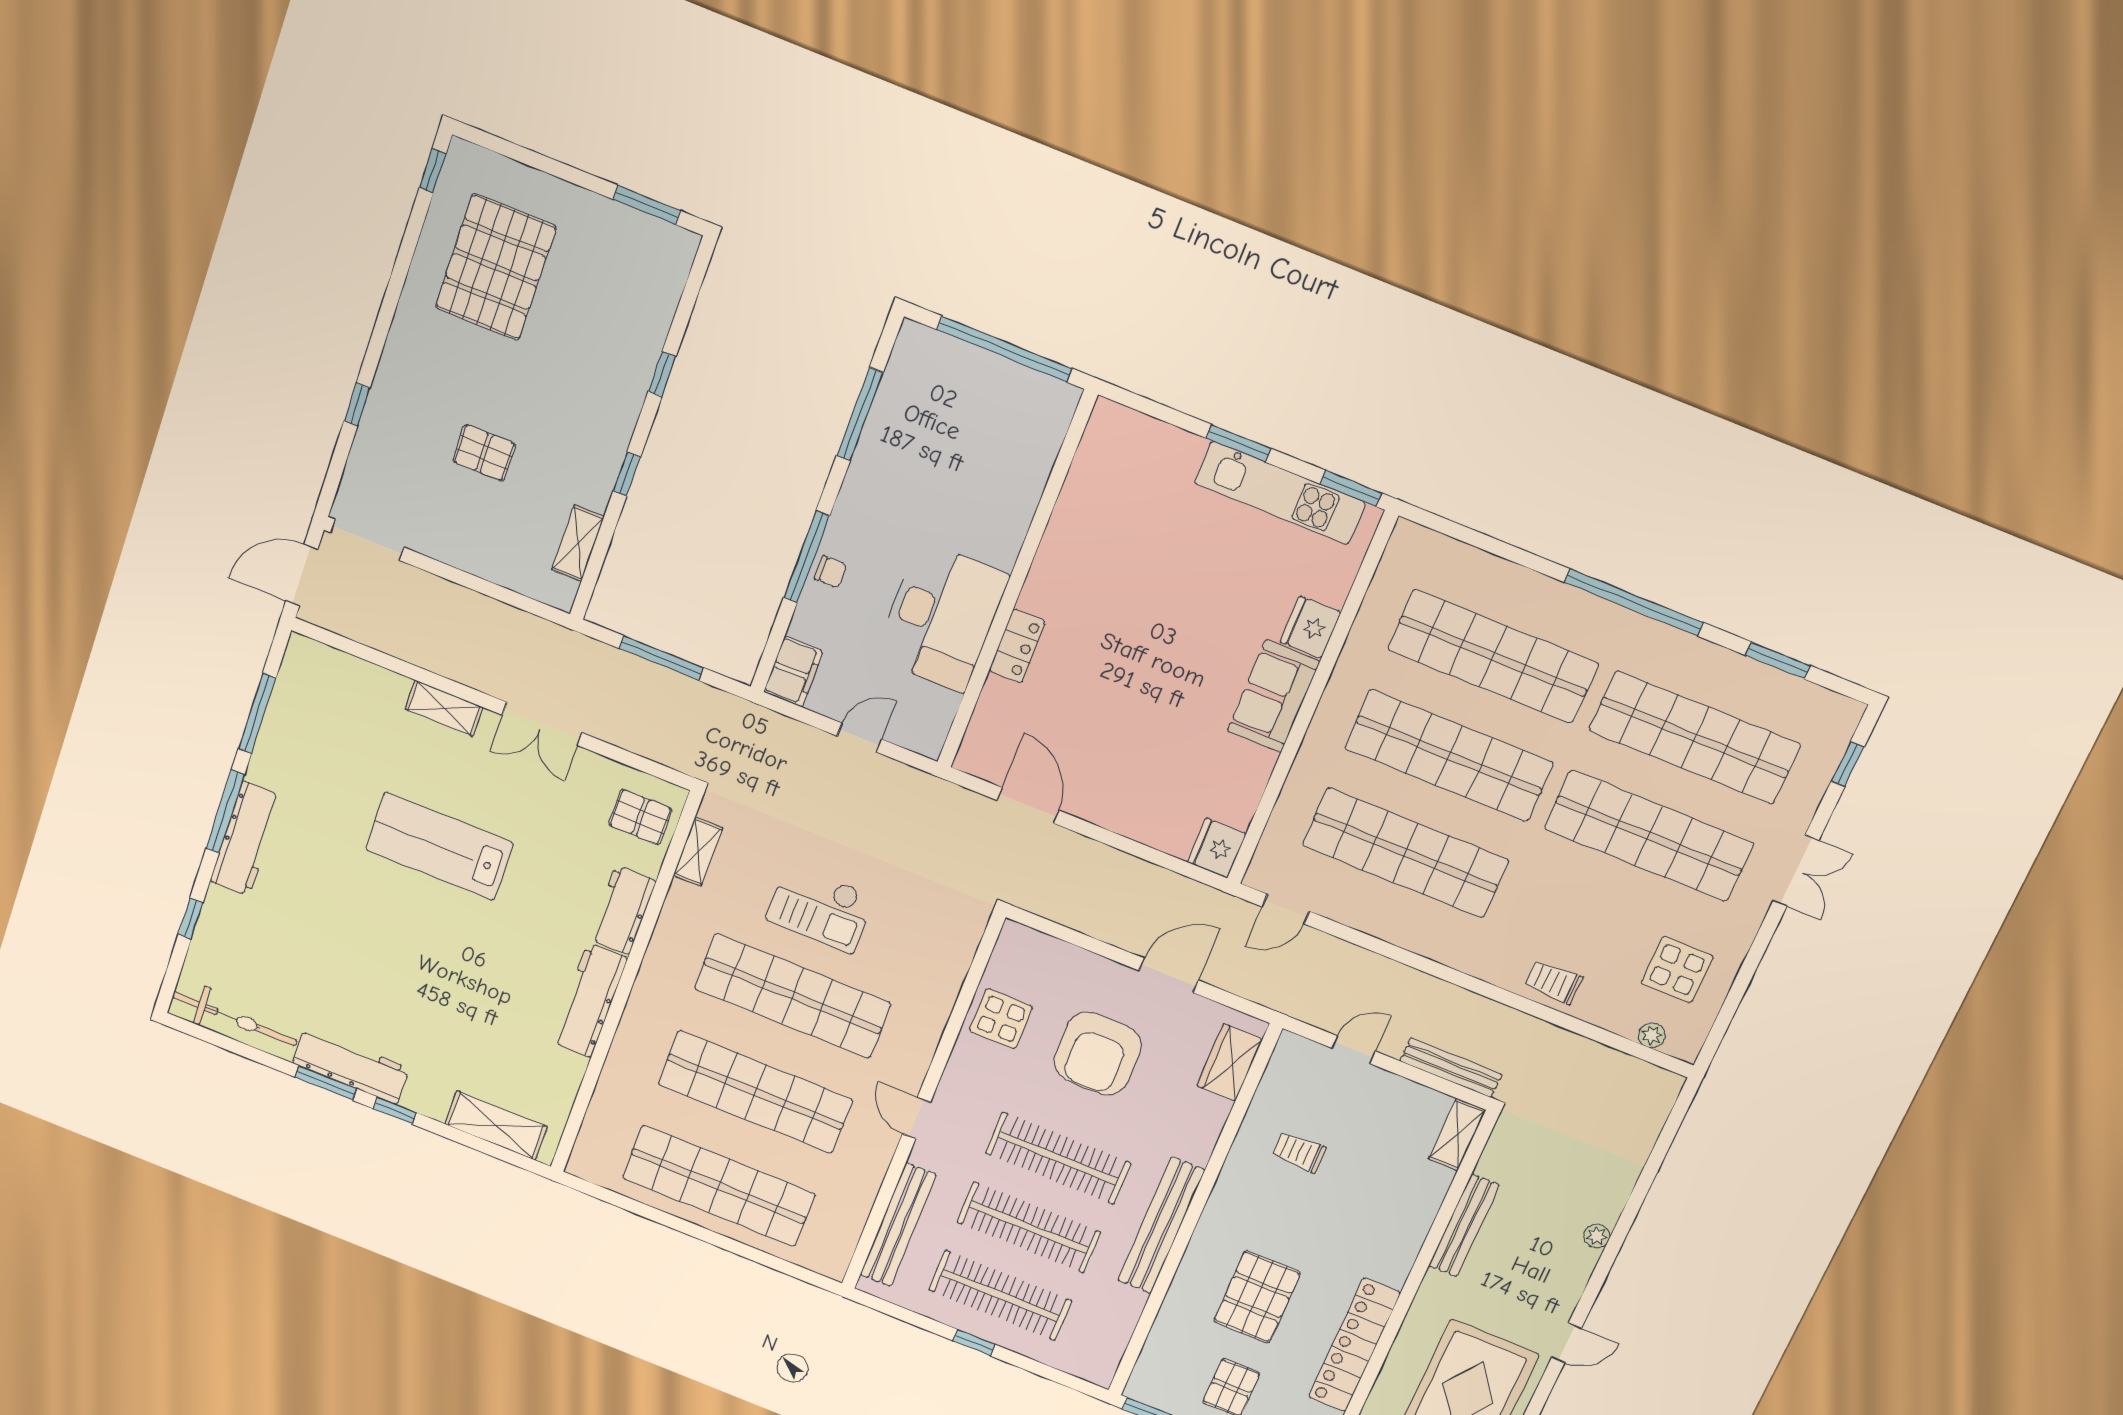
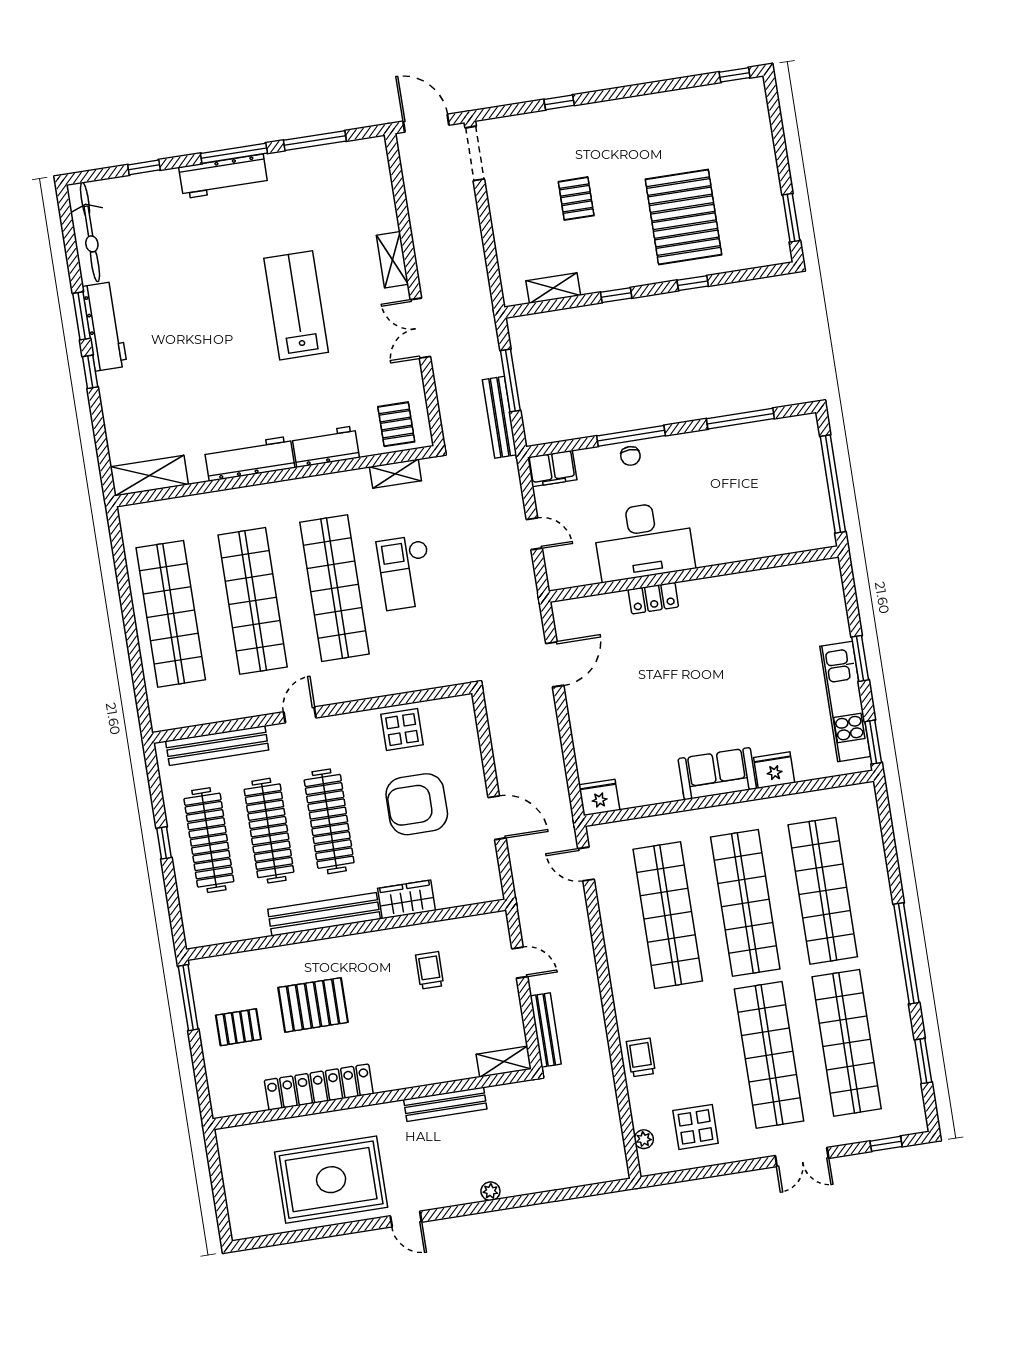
pallet: (496, 267) -> (683, 217), moved, turned 90
bench: (698, 696) -> (500, 417), added
wardrobe: (1230, 1062) -> (406, 899), moved
shelving: (496, 1125) -> (149, 476), moved, turned 90

